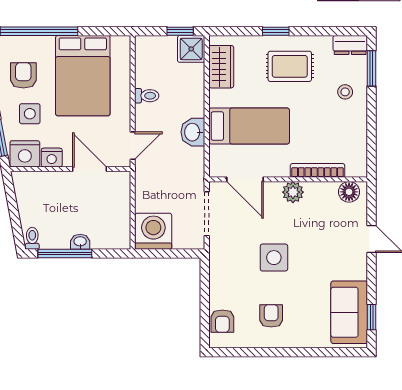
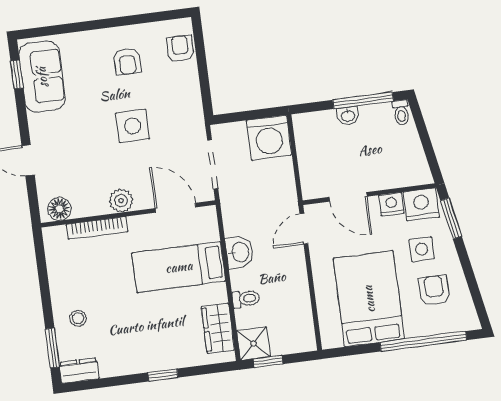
rug: (290, 66) -> (143, 338), removed
armchair: (23, 75) -> (434, 290), turned 180
toilet: (147, 96) -> (246, 299), moved, turned 180

